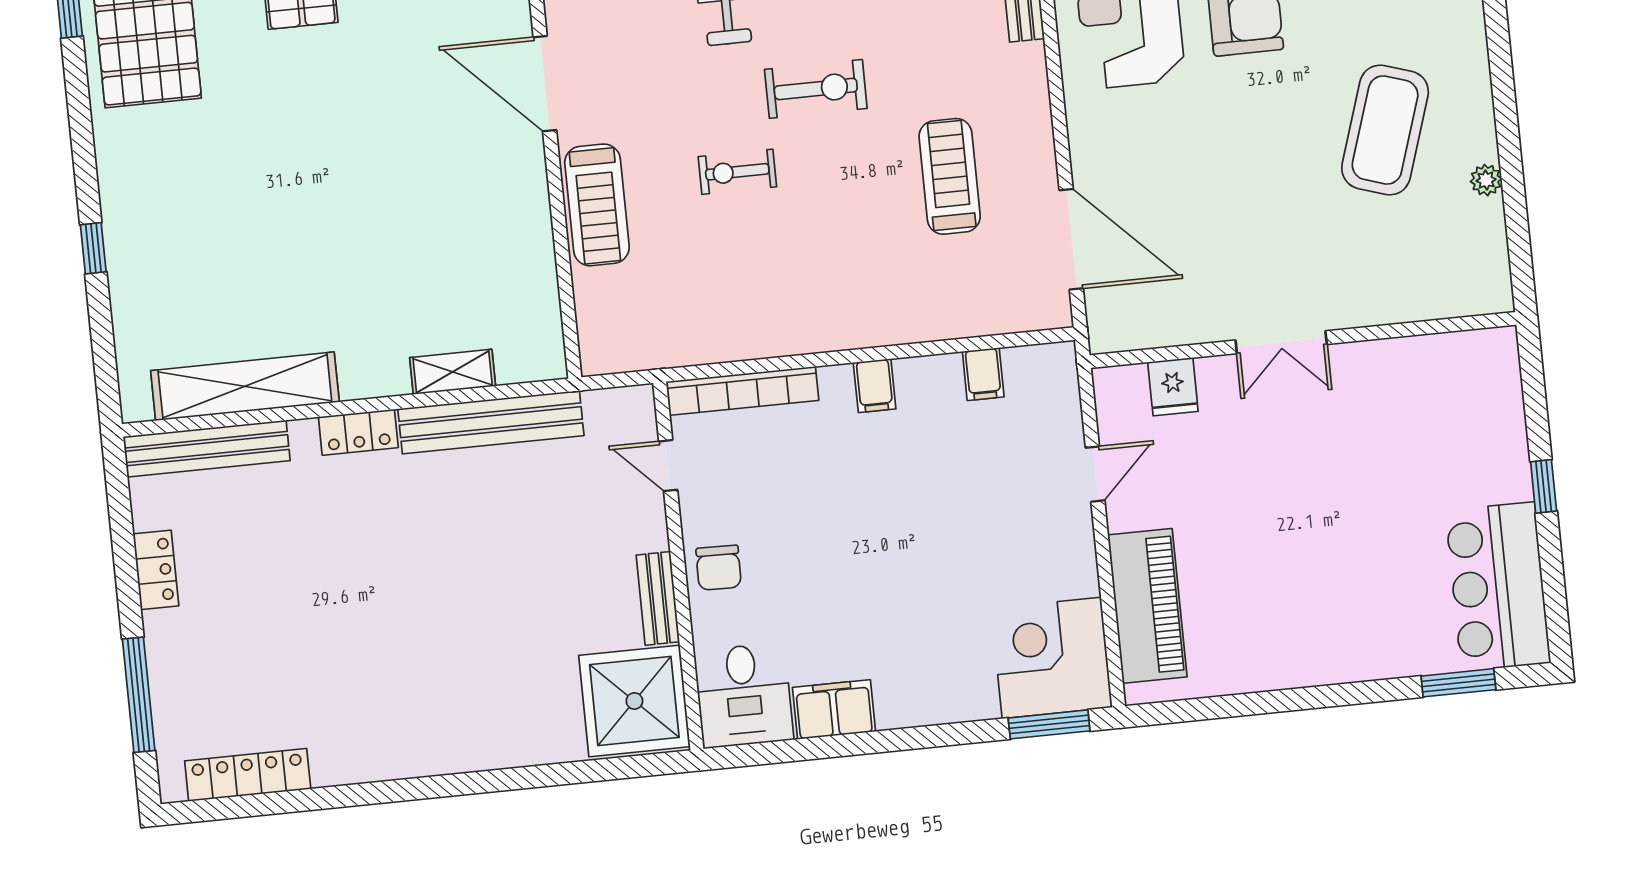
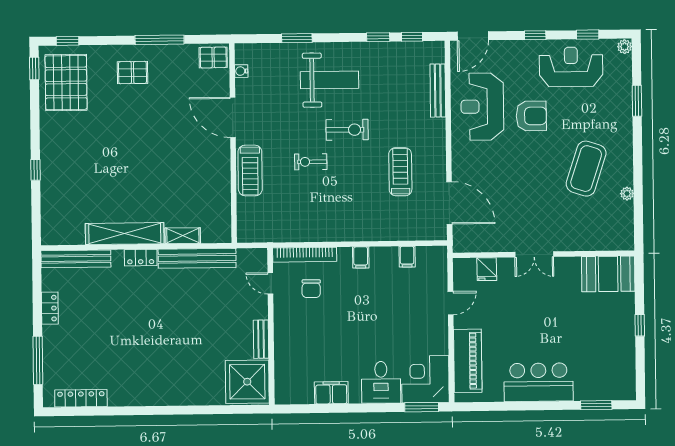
booth: (1459, 372) -> (608, 274), added
shelving: (245, 386) -> (125, 234), moved
chair: (719, 568) -> (311, 289), moved
bar counter: (1498, 587) -> (538, 382), moved, turned 90
desk: (744, 695) -> (381, 382), moved

